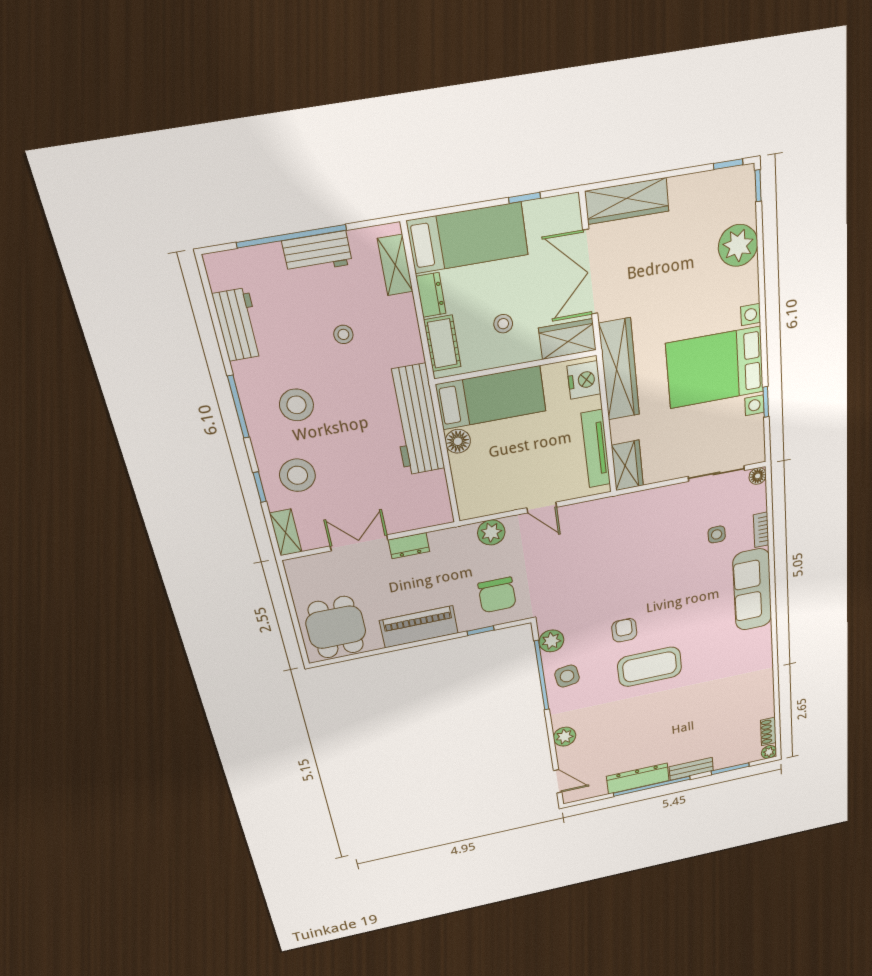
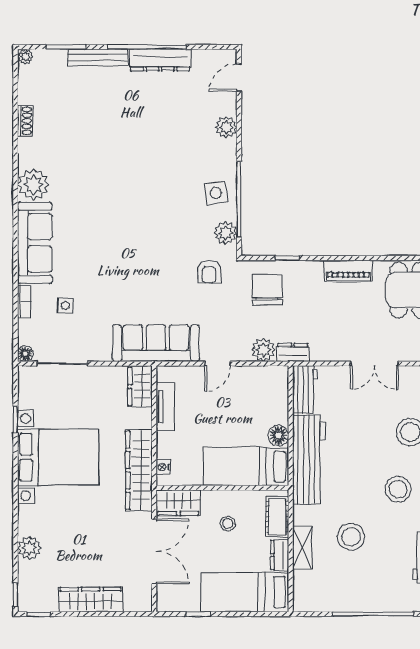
wardrobe: (627, 201) -> (91, 600), moved
plant: (738, 245) -> (29, 548), width x0.73, depth x0.73
workbench: (317, 253) -> (305, 389), moved, turned 90
shelving: (395, 265) -> (302, 548), moved
stool: (343, 334) -> (351, 537), width x1.89, depth x1.89
nightstand: (584, 380) -> (163, 467), width x0.53, depth x0.56
tv unit: (596, 449) -> (165, 407), width x0.71
door: (542, 507) -> (217, 364), swing flipped
sofa: (614, 516) -> (156, 343), added
dresser: (409, 546) -> (293, 352), moved
piano: (419, 627) -> (348, 271), width x0.73, depth x0.75
armchair: (624, 630) -> (209, 272), moved
plant: (756, 644) -> (33, 185), added
coffee table: (650, 667) -> (138, 184), removed
shoe rack: (768, 731) -> (25, 121), moved
bench: (691, 769) -> (98, 57), width x1.36
door: (558, 781) -> (239, 78), hinge flipped

